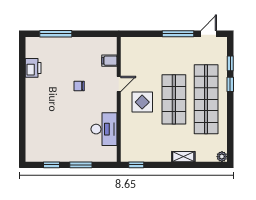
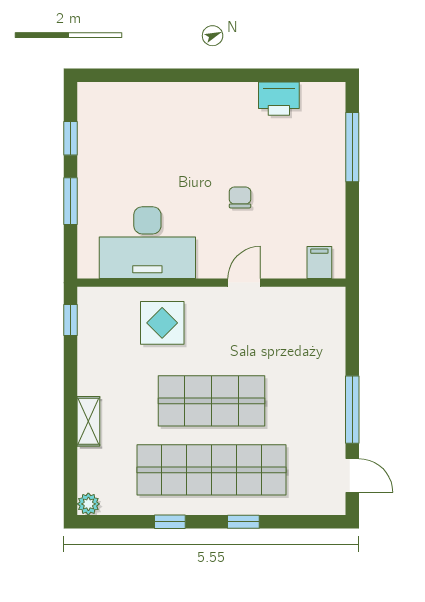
filing cabinet: (109, 61) -> (319, 262), moved
window: (230, 63) -> (170, 522), moved
door: (119, 84) -> (244, 283), swing flipped
display table: (142, 102) -> (162, 323), moved
desk: (104, 129) -> (147, 243), width x1.36, depth x1.30

